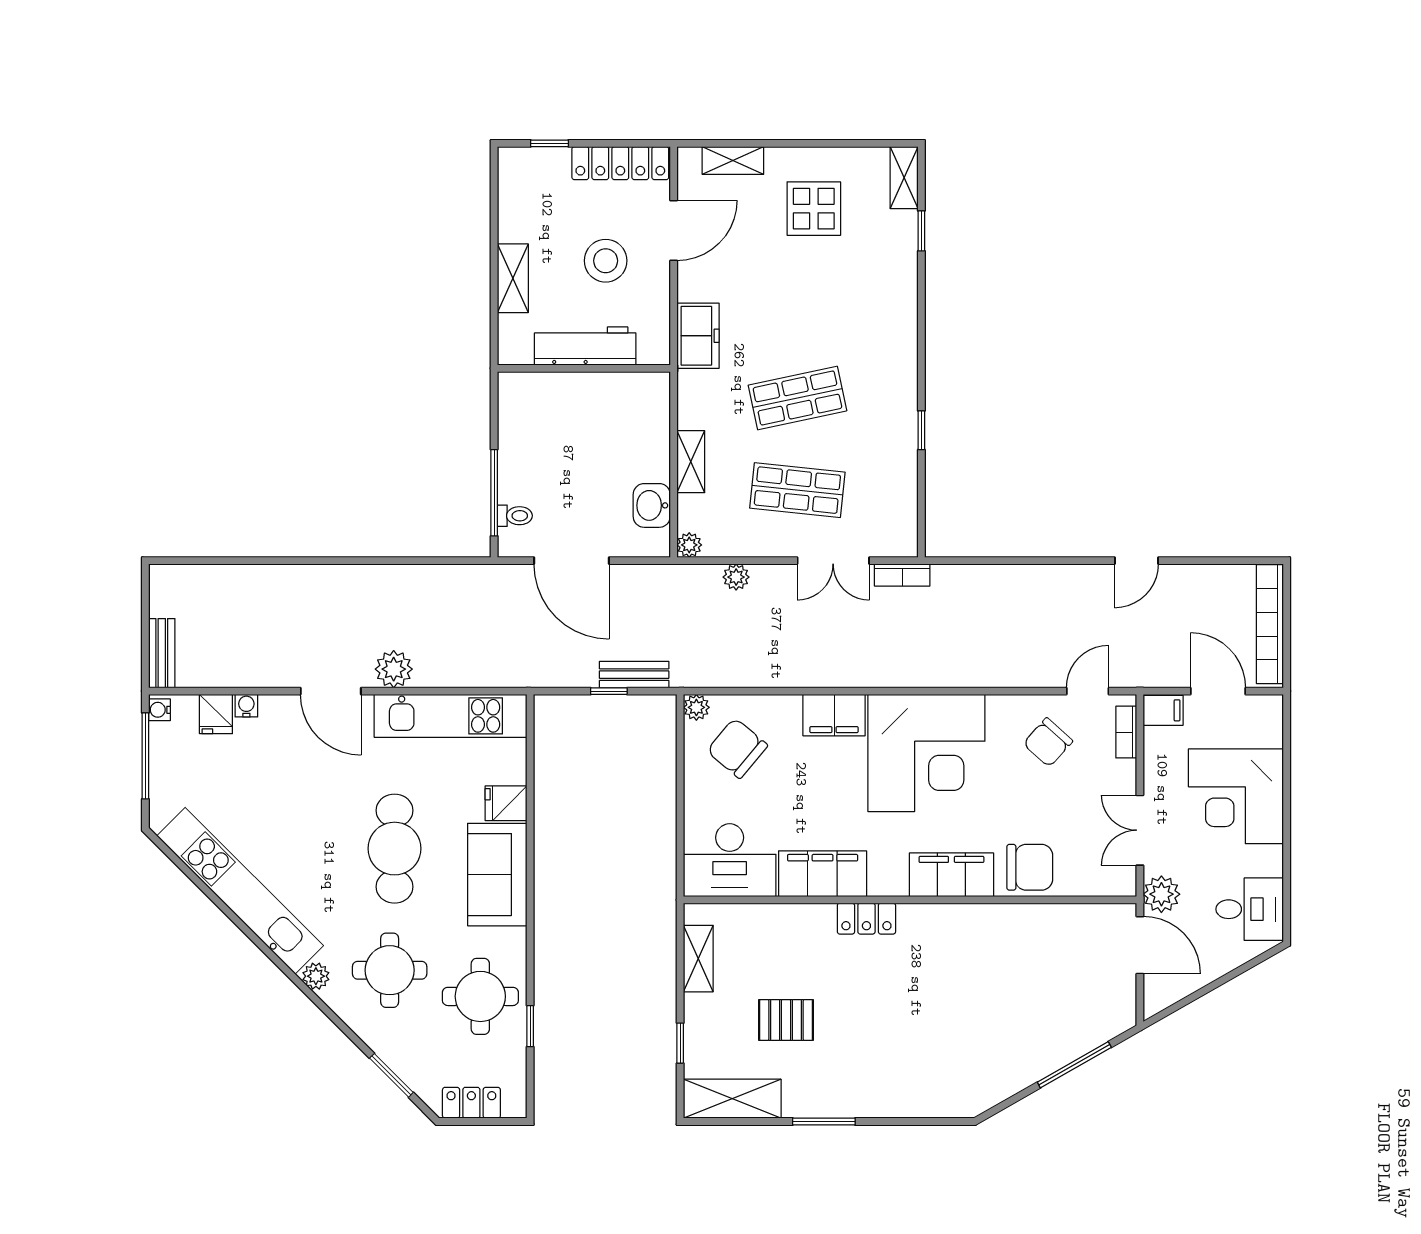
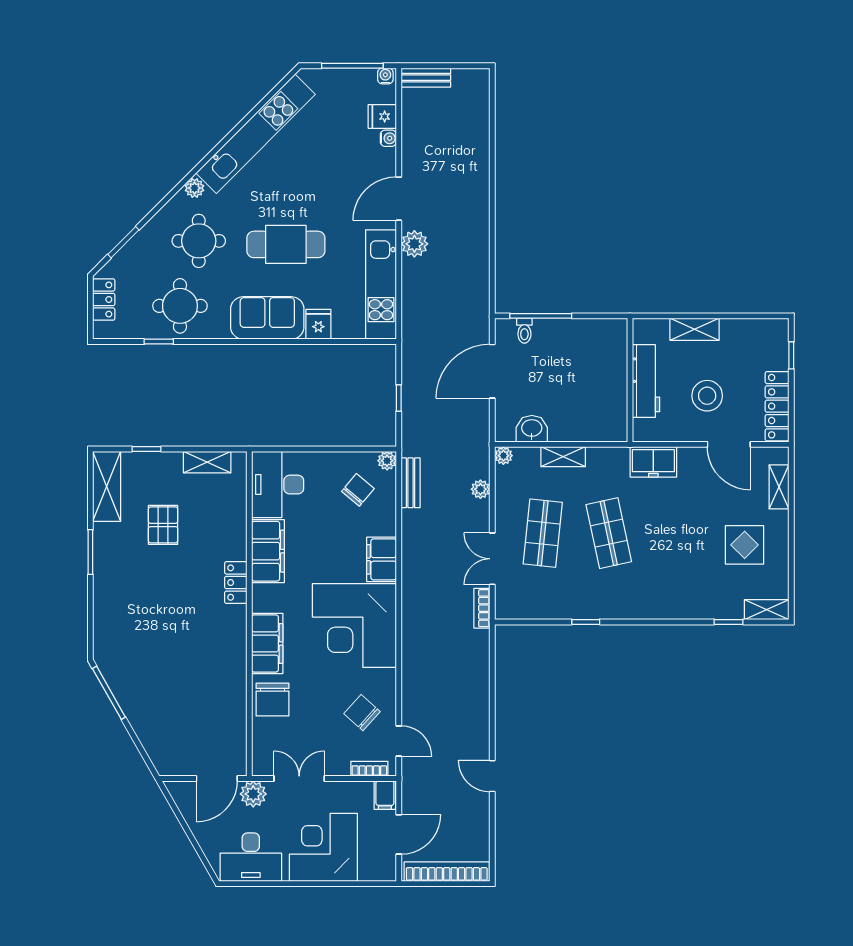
bench: (634, 675) -> (411, 483), moved
chair: (737, 748) -> (358, 490), width x0.73, depth x0.73
desk: (1250, 909) -> (251, 857), width x1.37
window: (1074, 1065) -> (109, 693), moved

